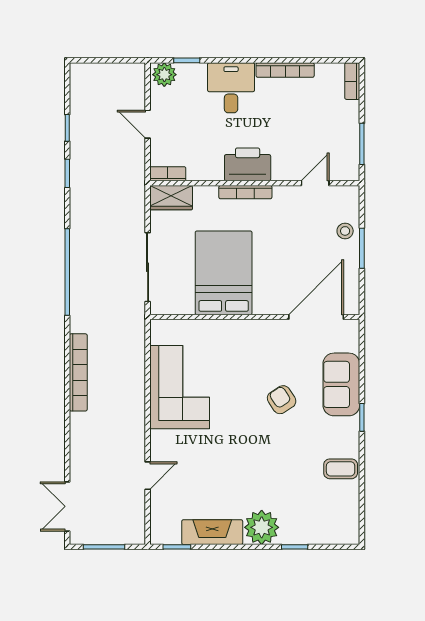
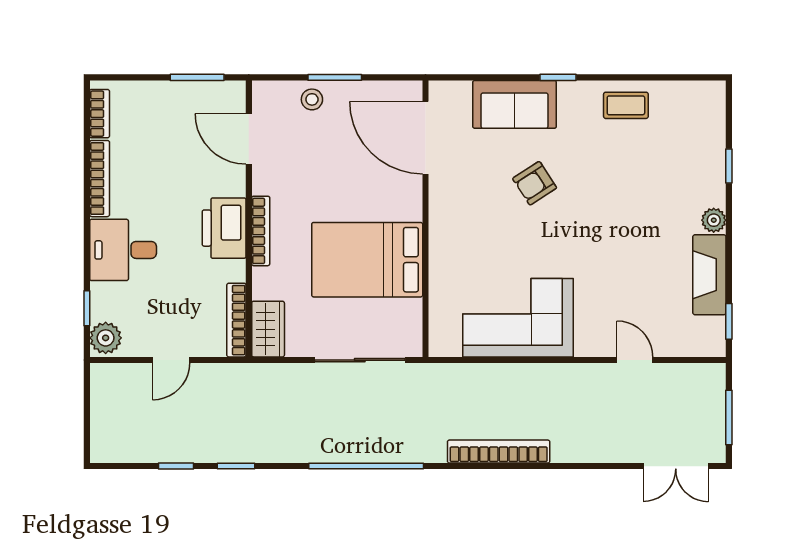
bookcase: (352, 81) -> (100, 114), moved, turned -90
bookcase: (168, 174) -> (236, 320), width x1.56
door: (315, 183) -> (249, 139), width x1.38
coffee table: (341, 469) -> (626, 105), turned 90
plant: (262, 527) -> (714, 220), width x0.53, depth x0.53

